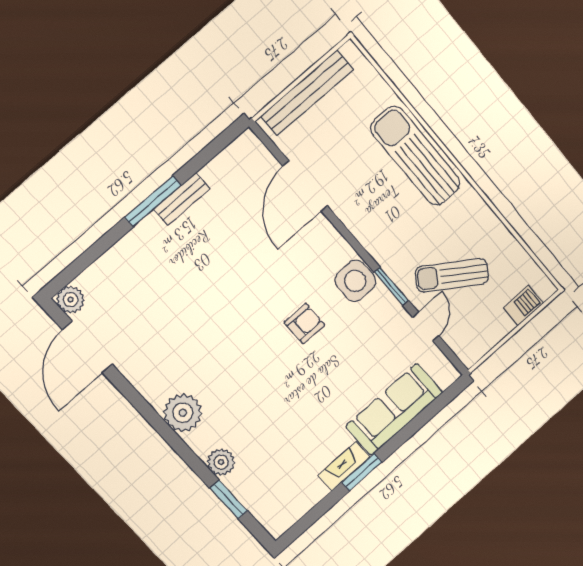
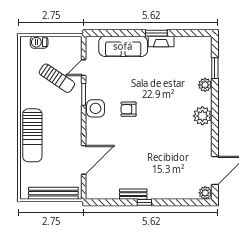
window: (153, 201) -> (144, 202), width x0.46

